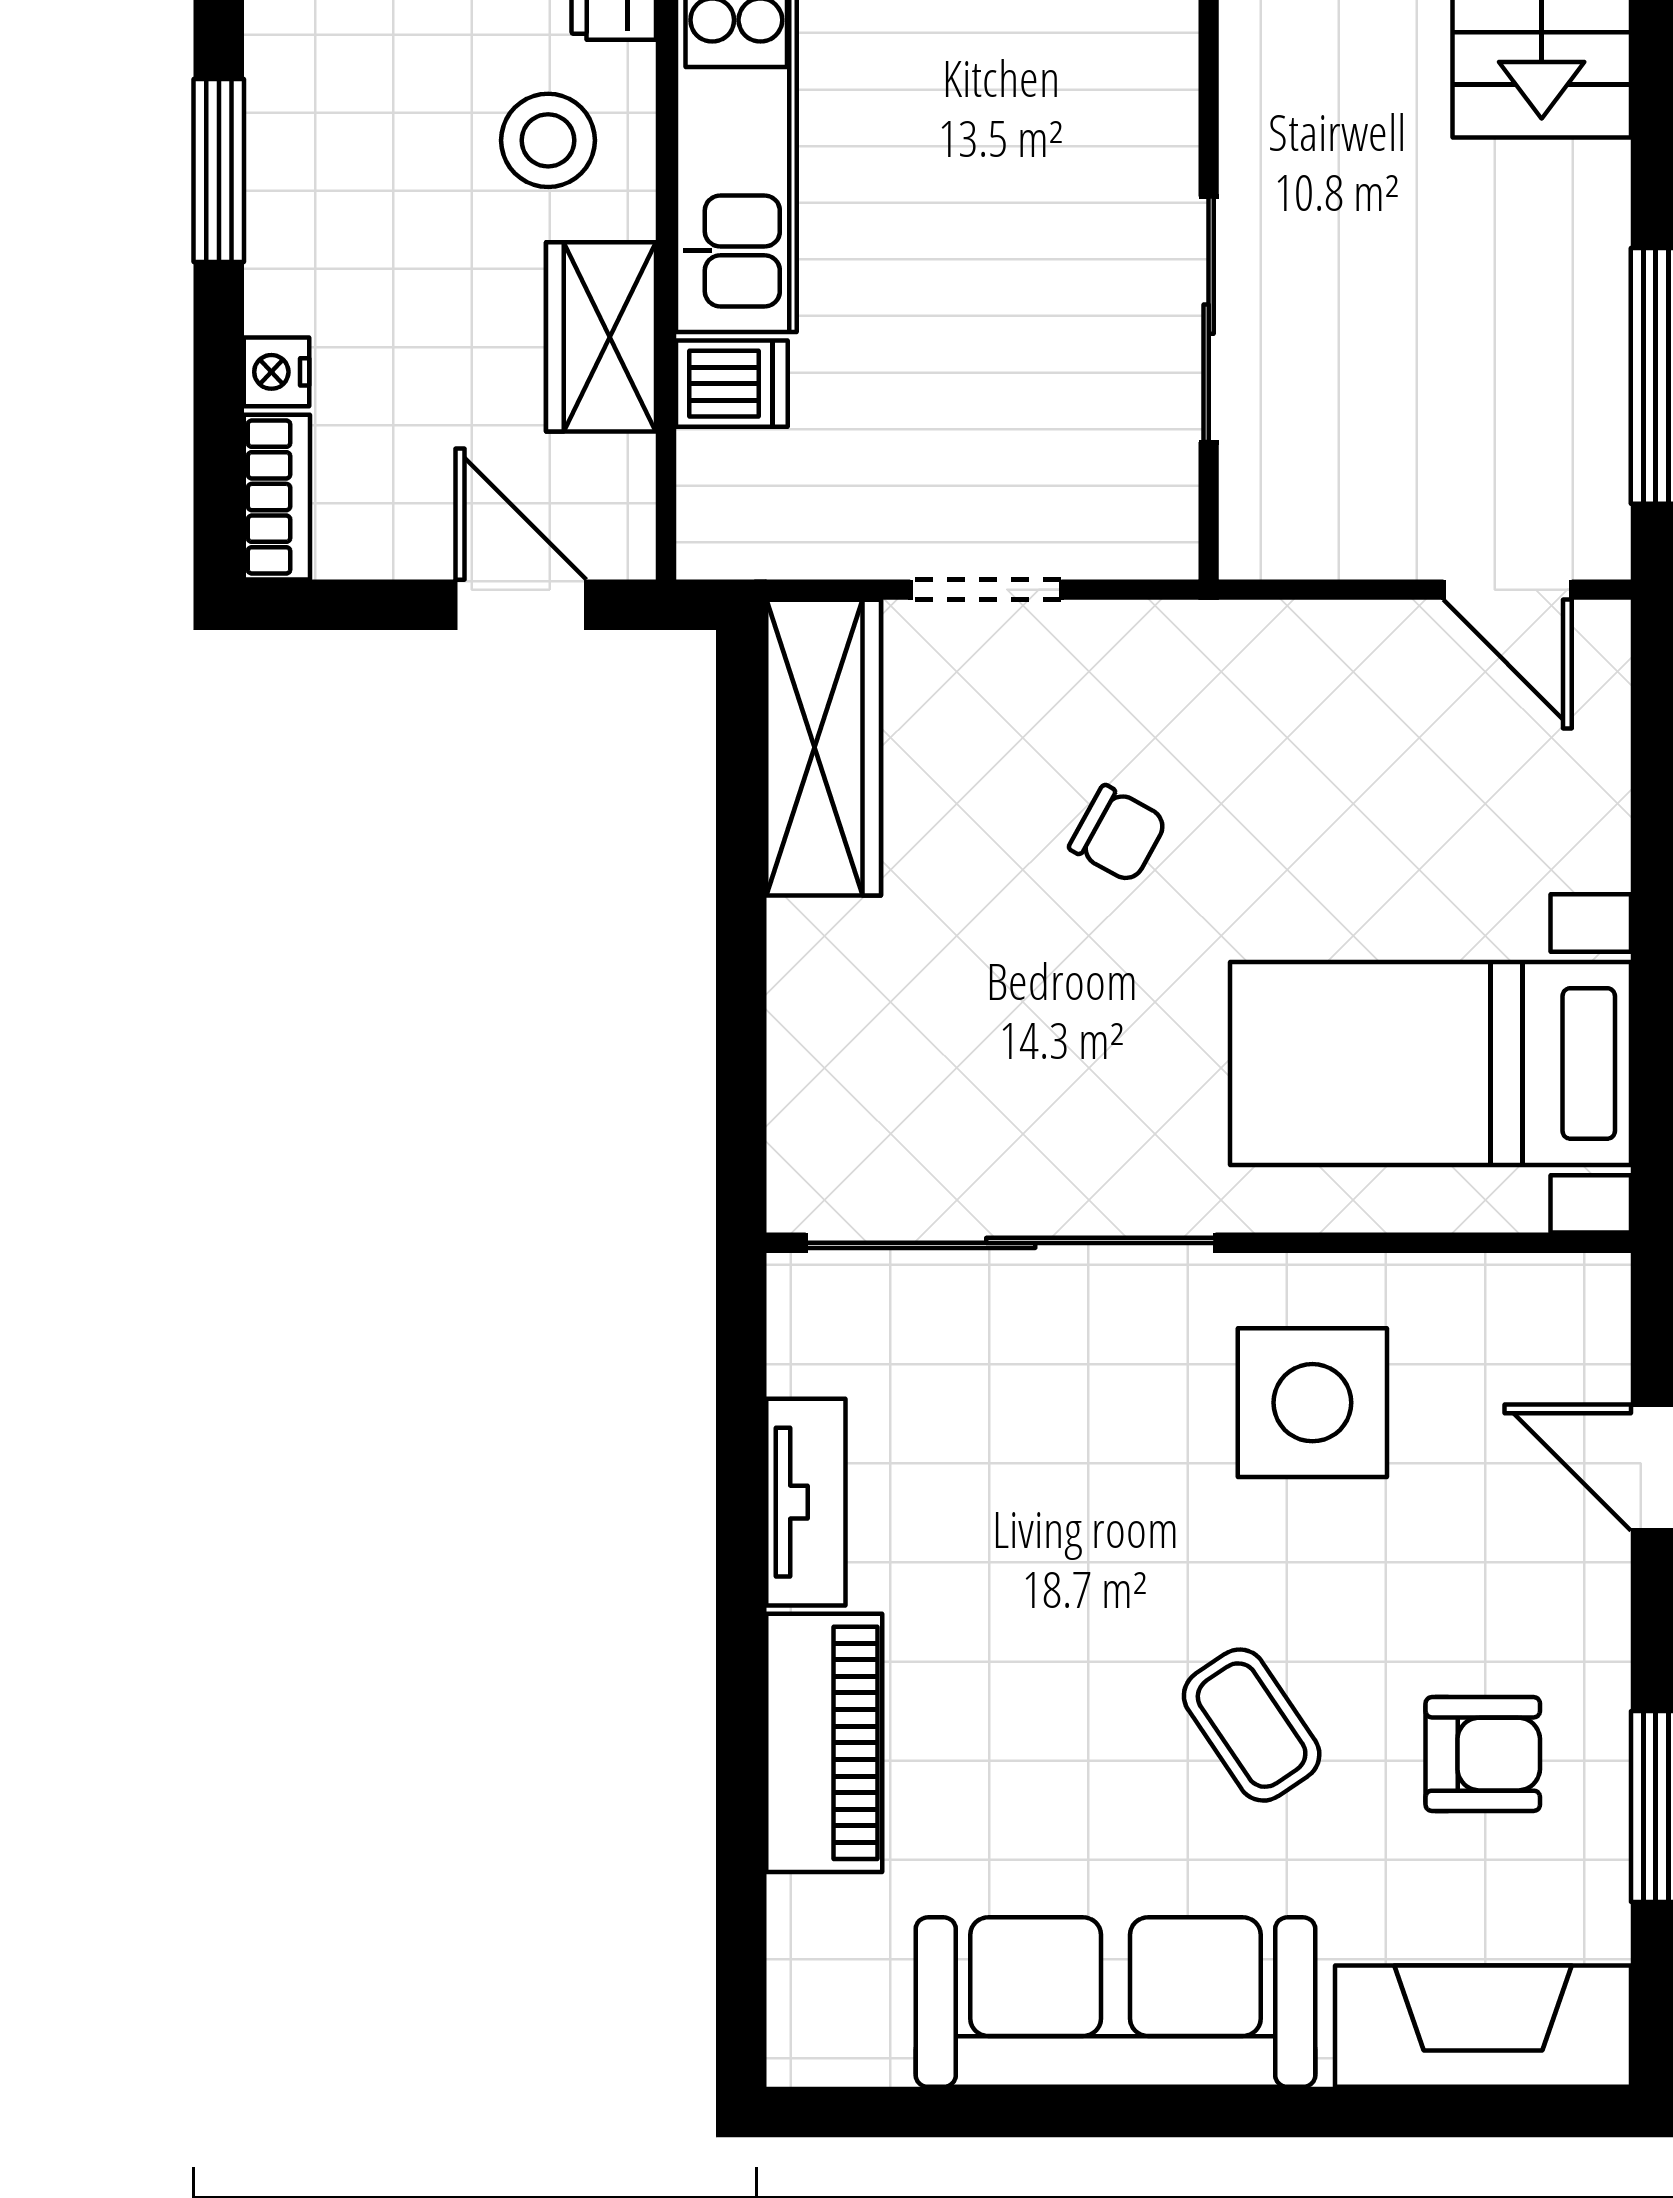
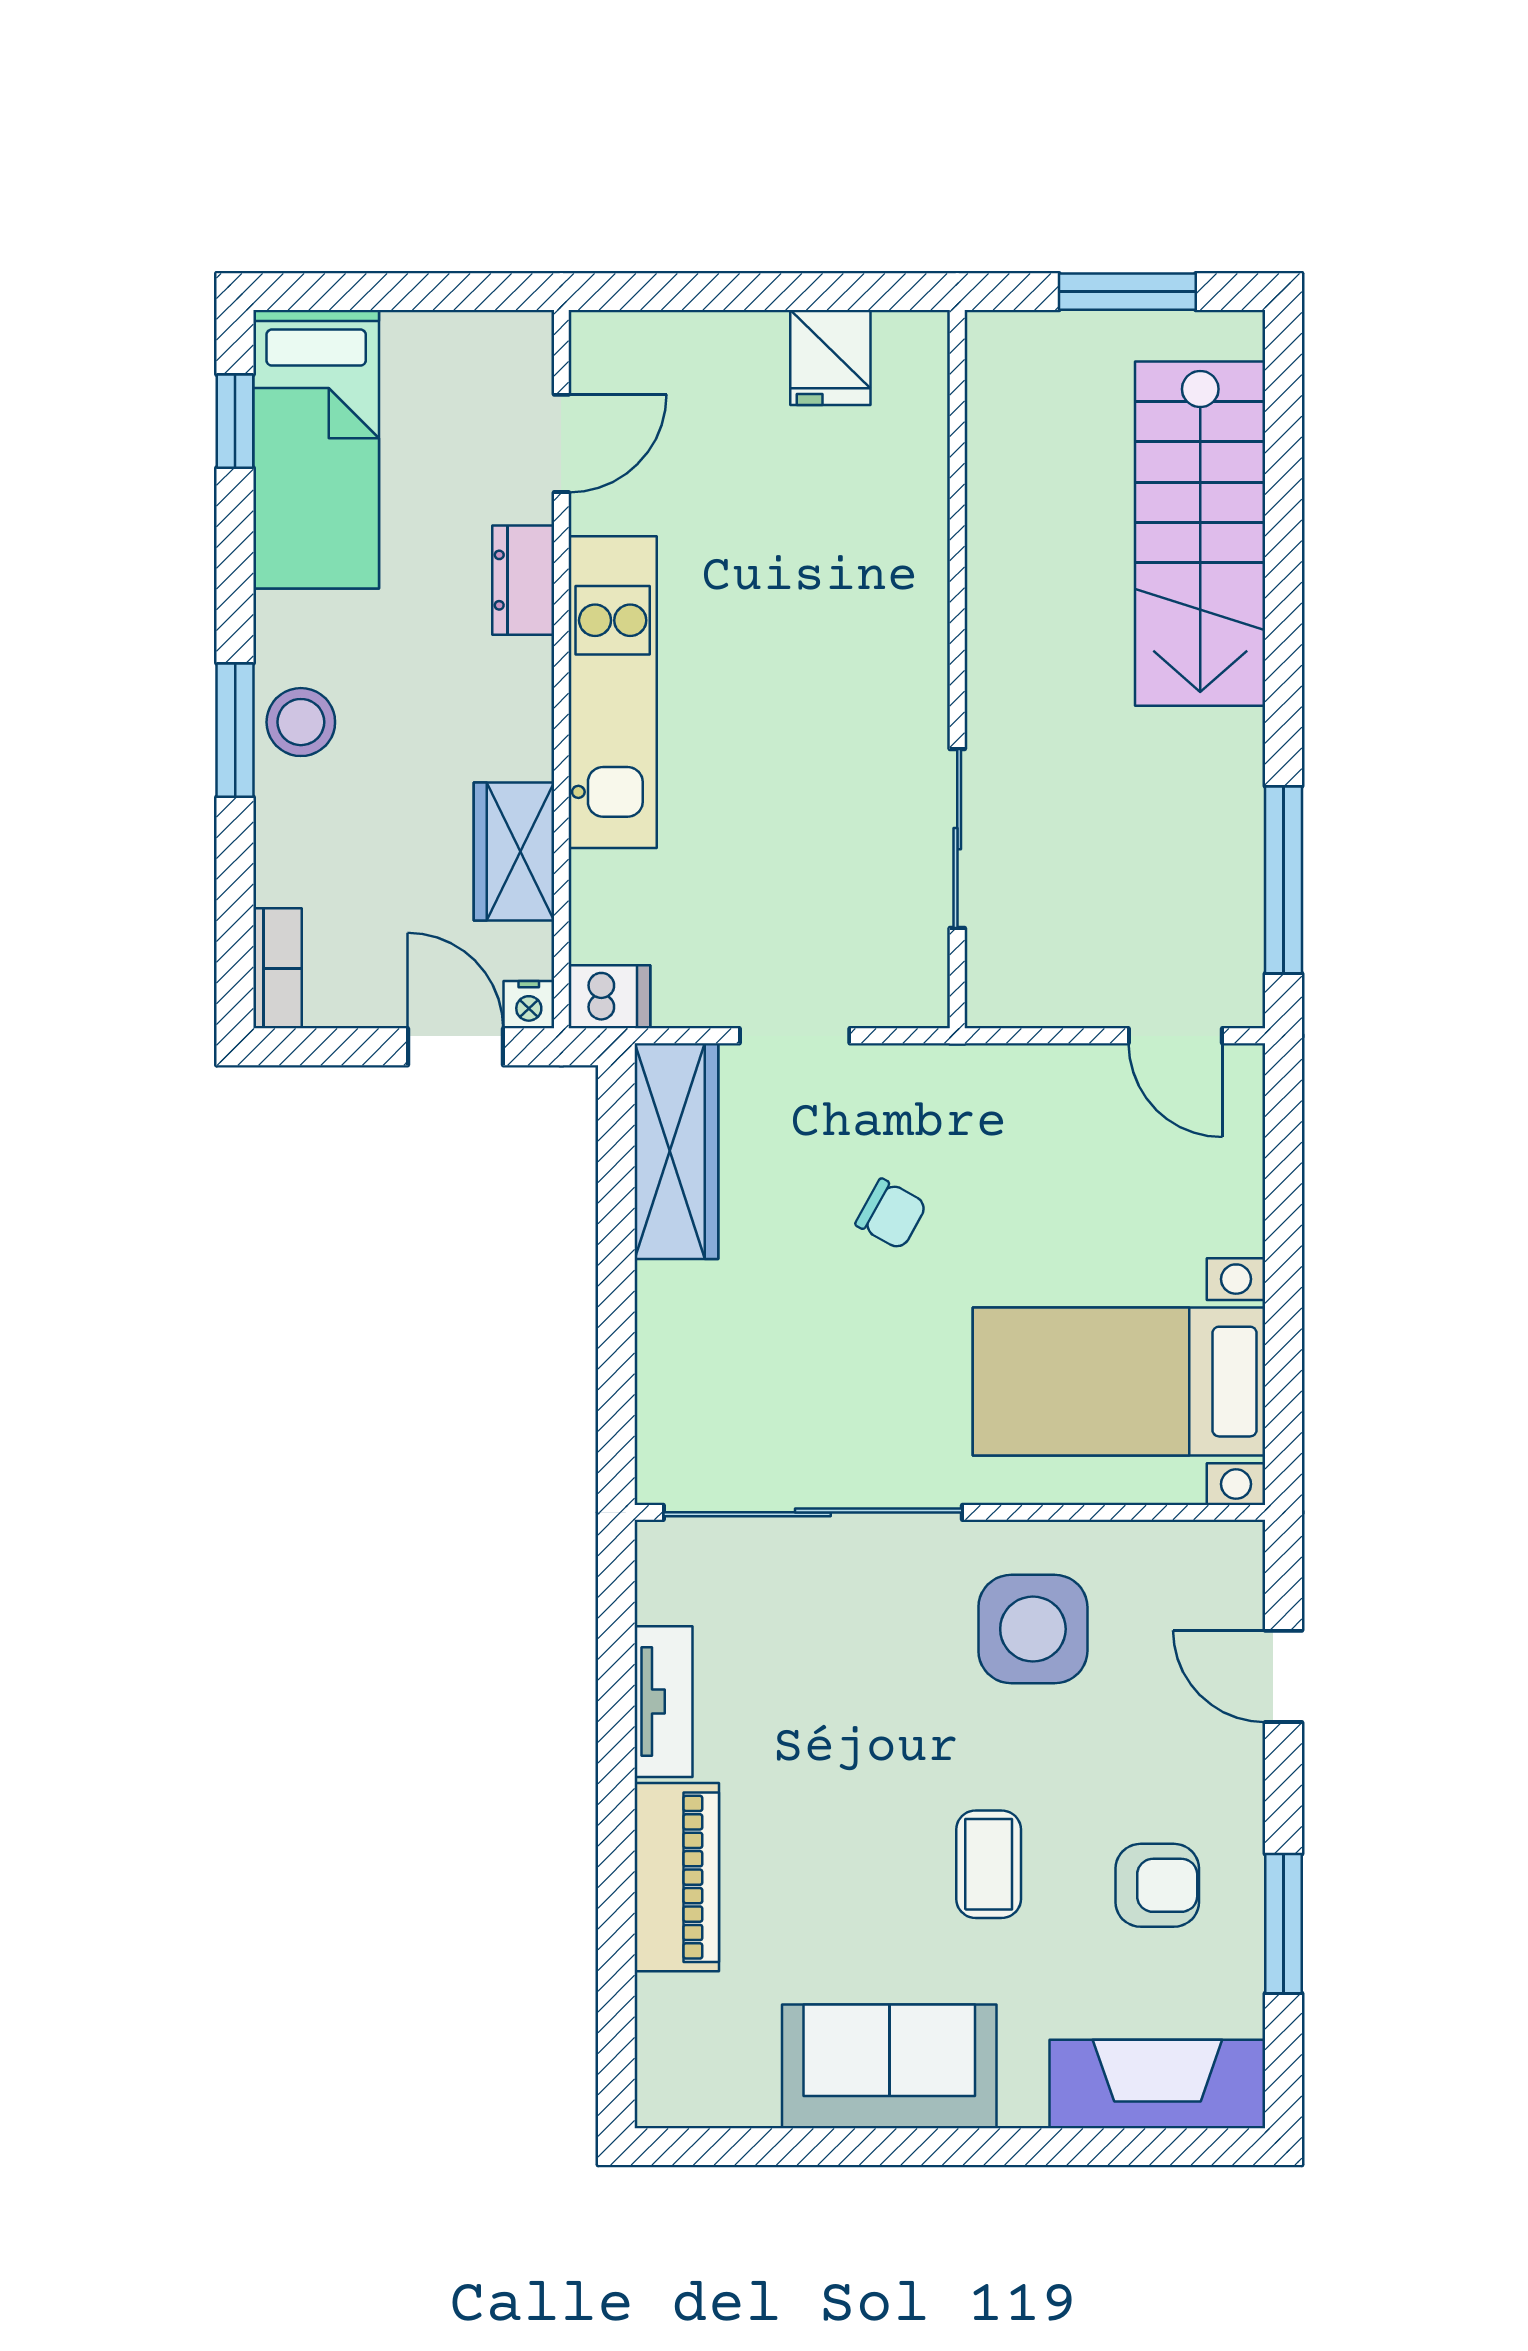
stool: (548, 140) -> (301, 722), moved
nightstand: (277, 372) -> (529, 1005), moved, turned -90
dishwasher: (732, 384) -> (609, 997), moved
coffee table: (1252, 1725) -> (989, 1864), turned 34
sofa: (1116, 2002) -> (889, 2066), width x0.73

